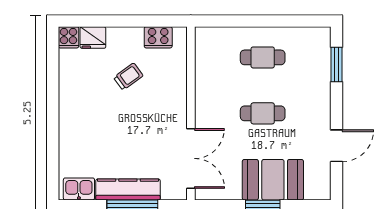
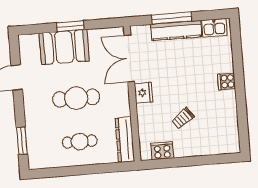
cooker: (68, 37) -> (226, 81), moved, turned -90
fridge: (93, 38) -> (144, 93), moved, turned 90
dresser: (205, 55) -> (125, 139), added
cafe table: (263, 113) -> (76, 98), width x1.37, depth x1.35

